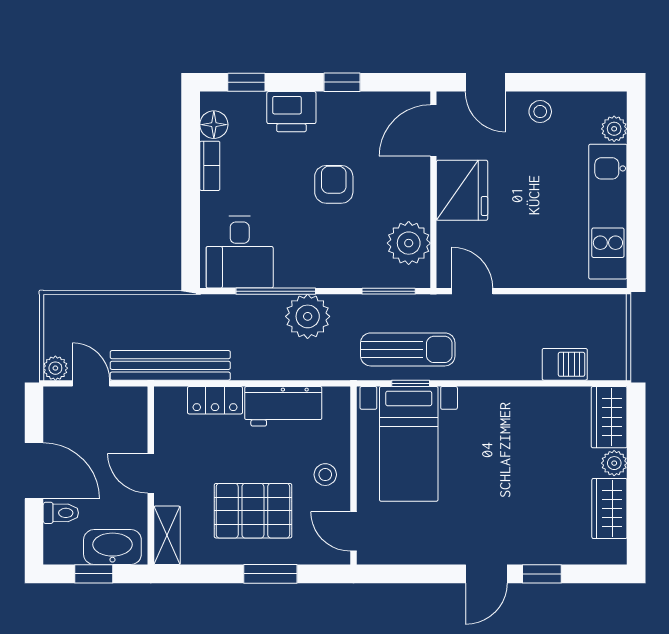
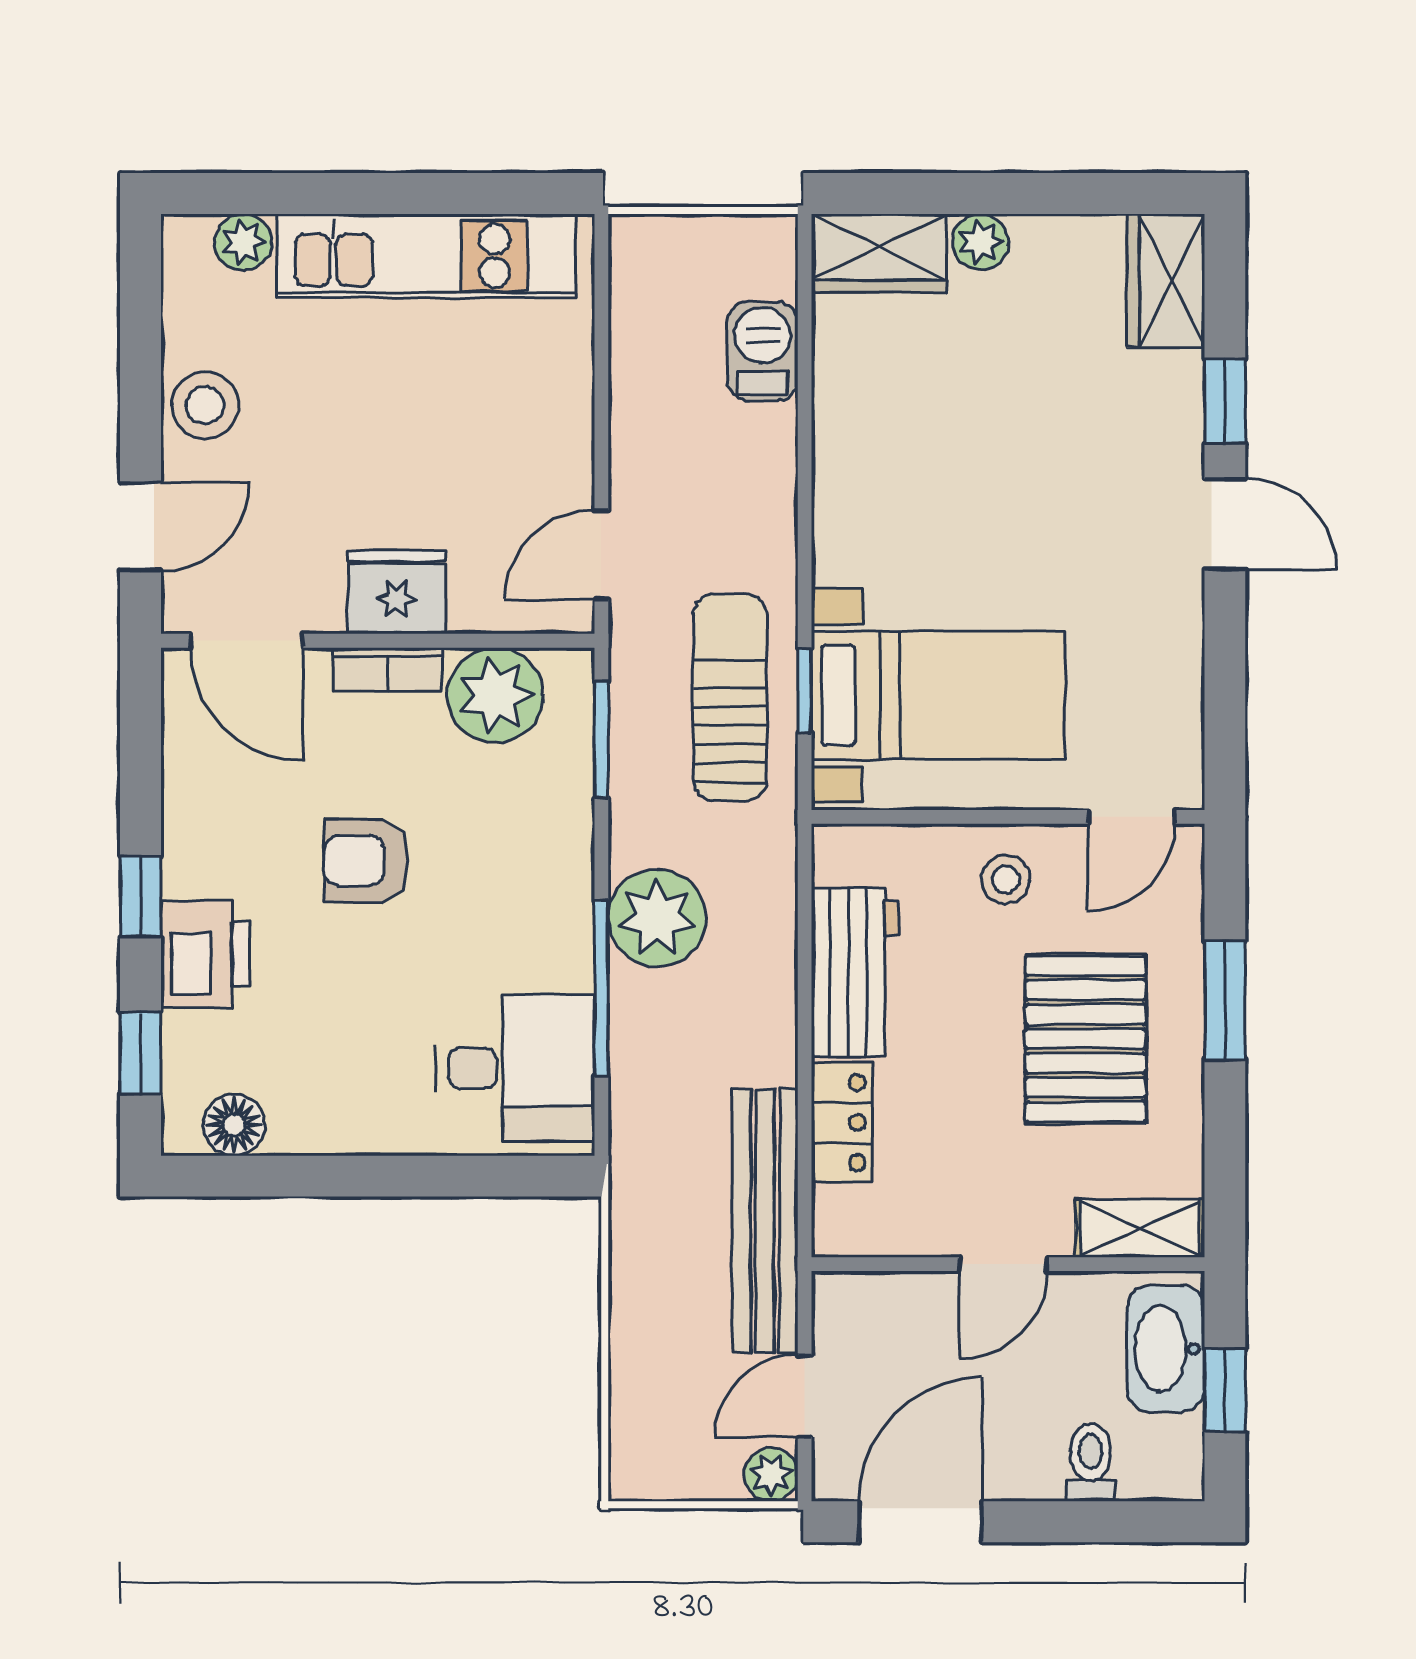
window: (342, 82) -> (141, 897), moved
stool: (540, 112) -> (205, 405), width x1.37, depth x1.37
bookcase: (210, 166) -> (388, 669), moved, turned 180
fridge: (462, 190) -> (397, 592), width x0.73, depth x0.75
door: (34, 471) -> (920, 1522), moved
wardrobe: (609, 509) -> (1166, 280), moved, turned 90

